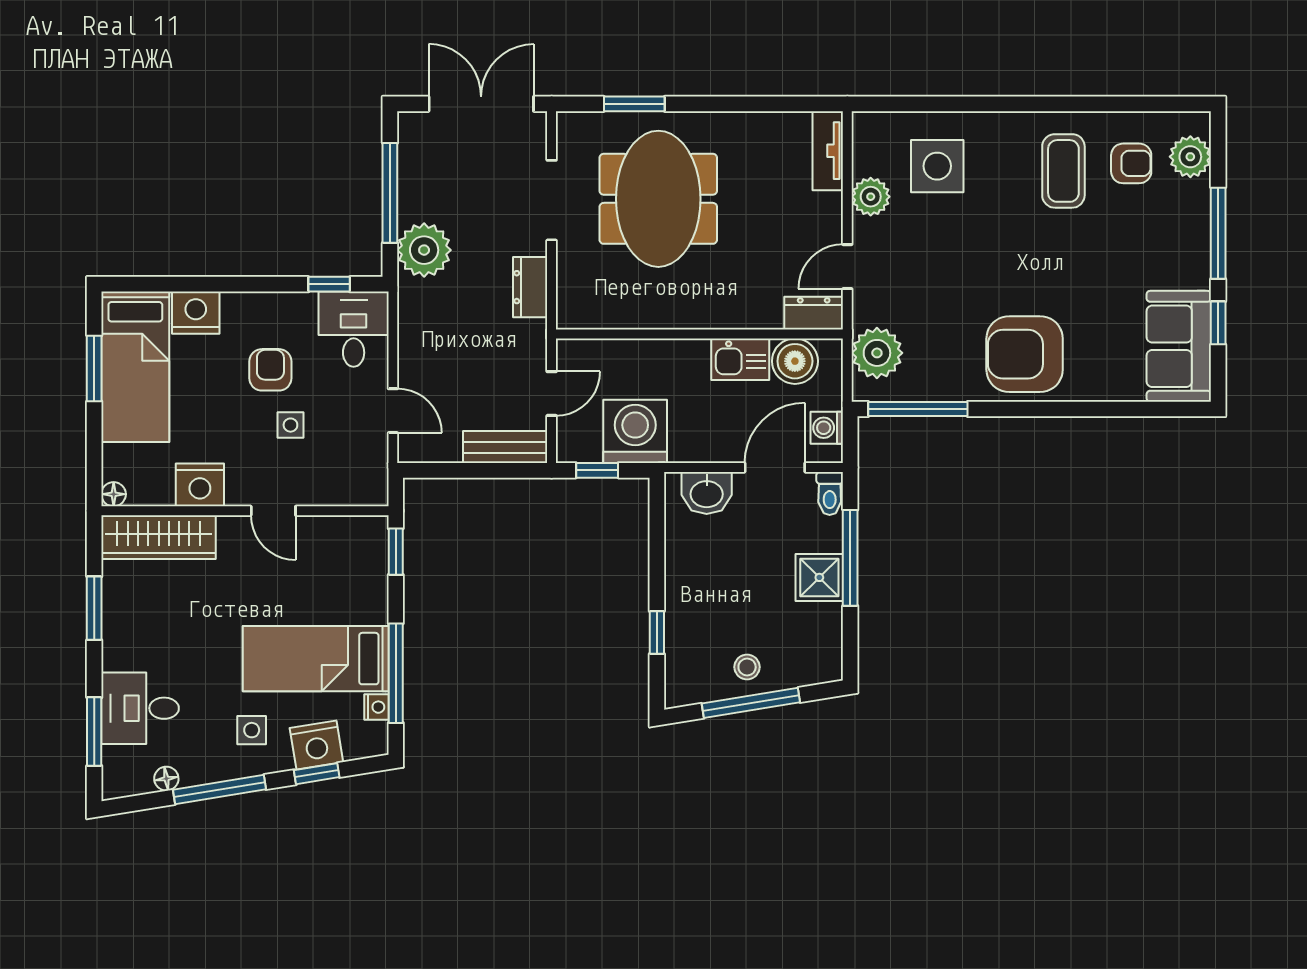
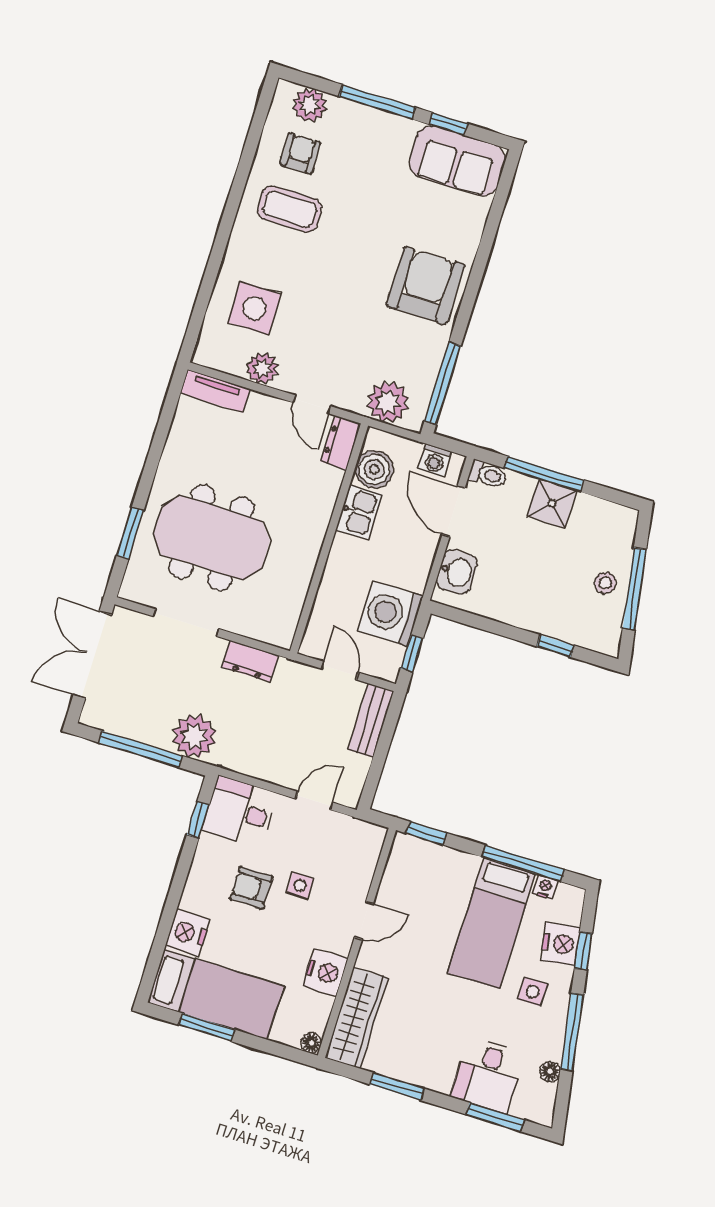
armchair: (1025, 354) -> (425, 285), turned 180

